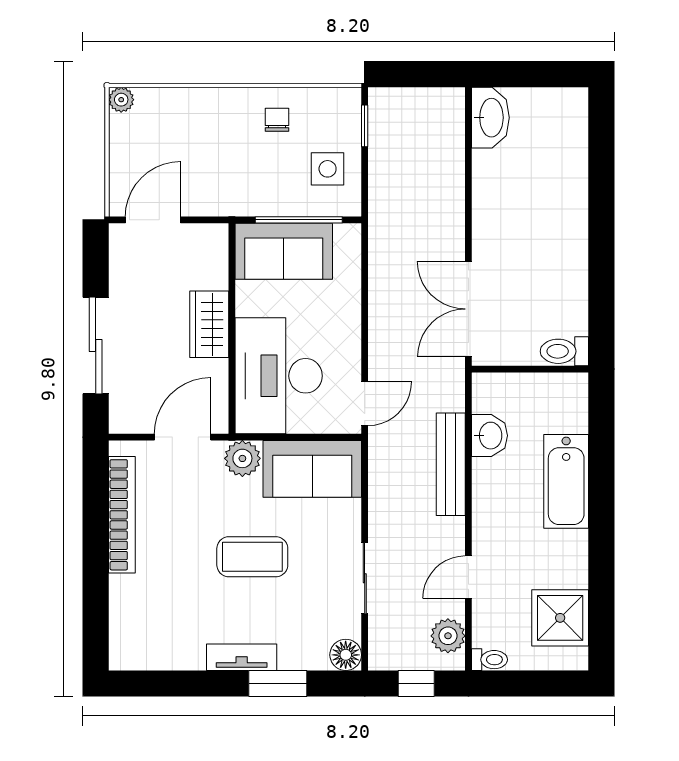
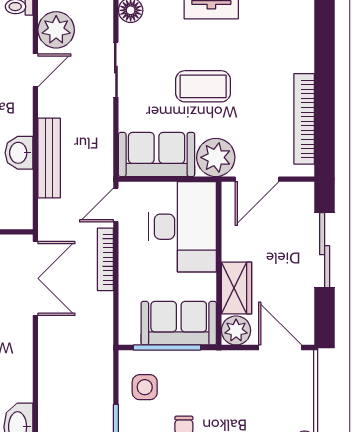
door: (153, 220) -> (280, 348), swing flipped
plant: (210, 242) -> (236, 330), added
wardrobe: (209, 324) -> (237, 288), moved
bookcase: (378, 334) -> (105, 259), added
washbasin: (490, 436) -> (19, 153), moved
plant: (242, 458) -> (216, 157), width x1.36, depth x1.36
plant: (448, 636) -> (56, 30), width x1.36, depth x1.36

